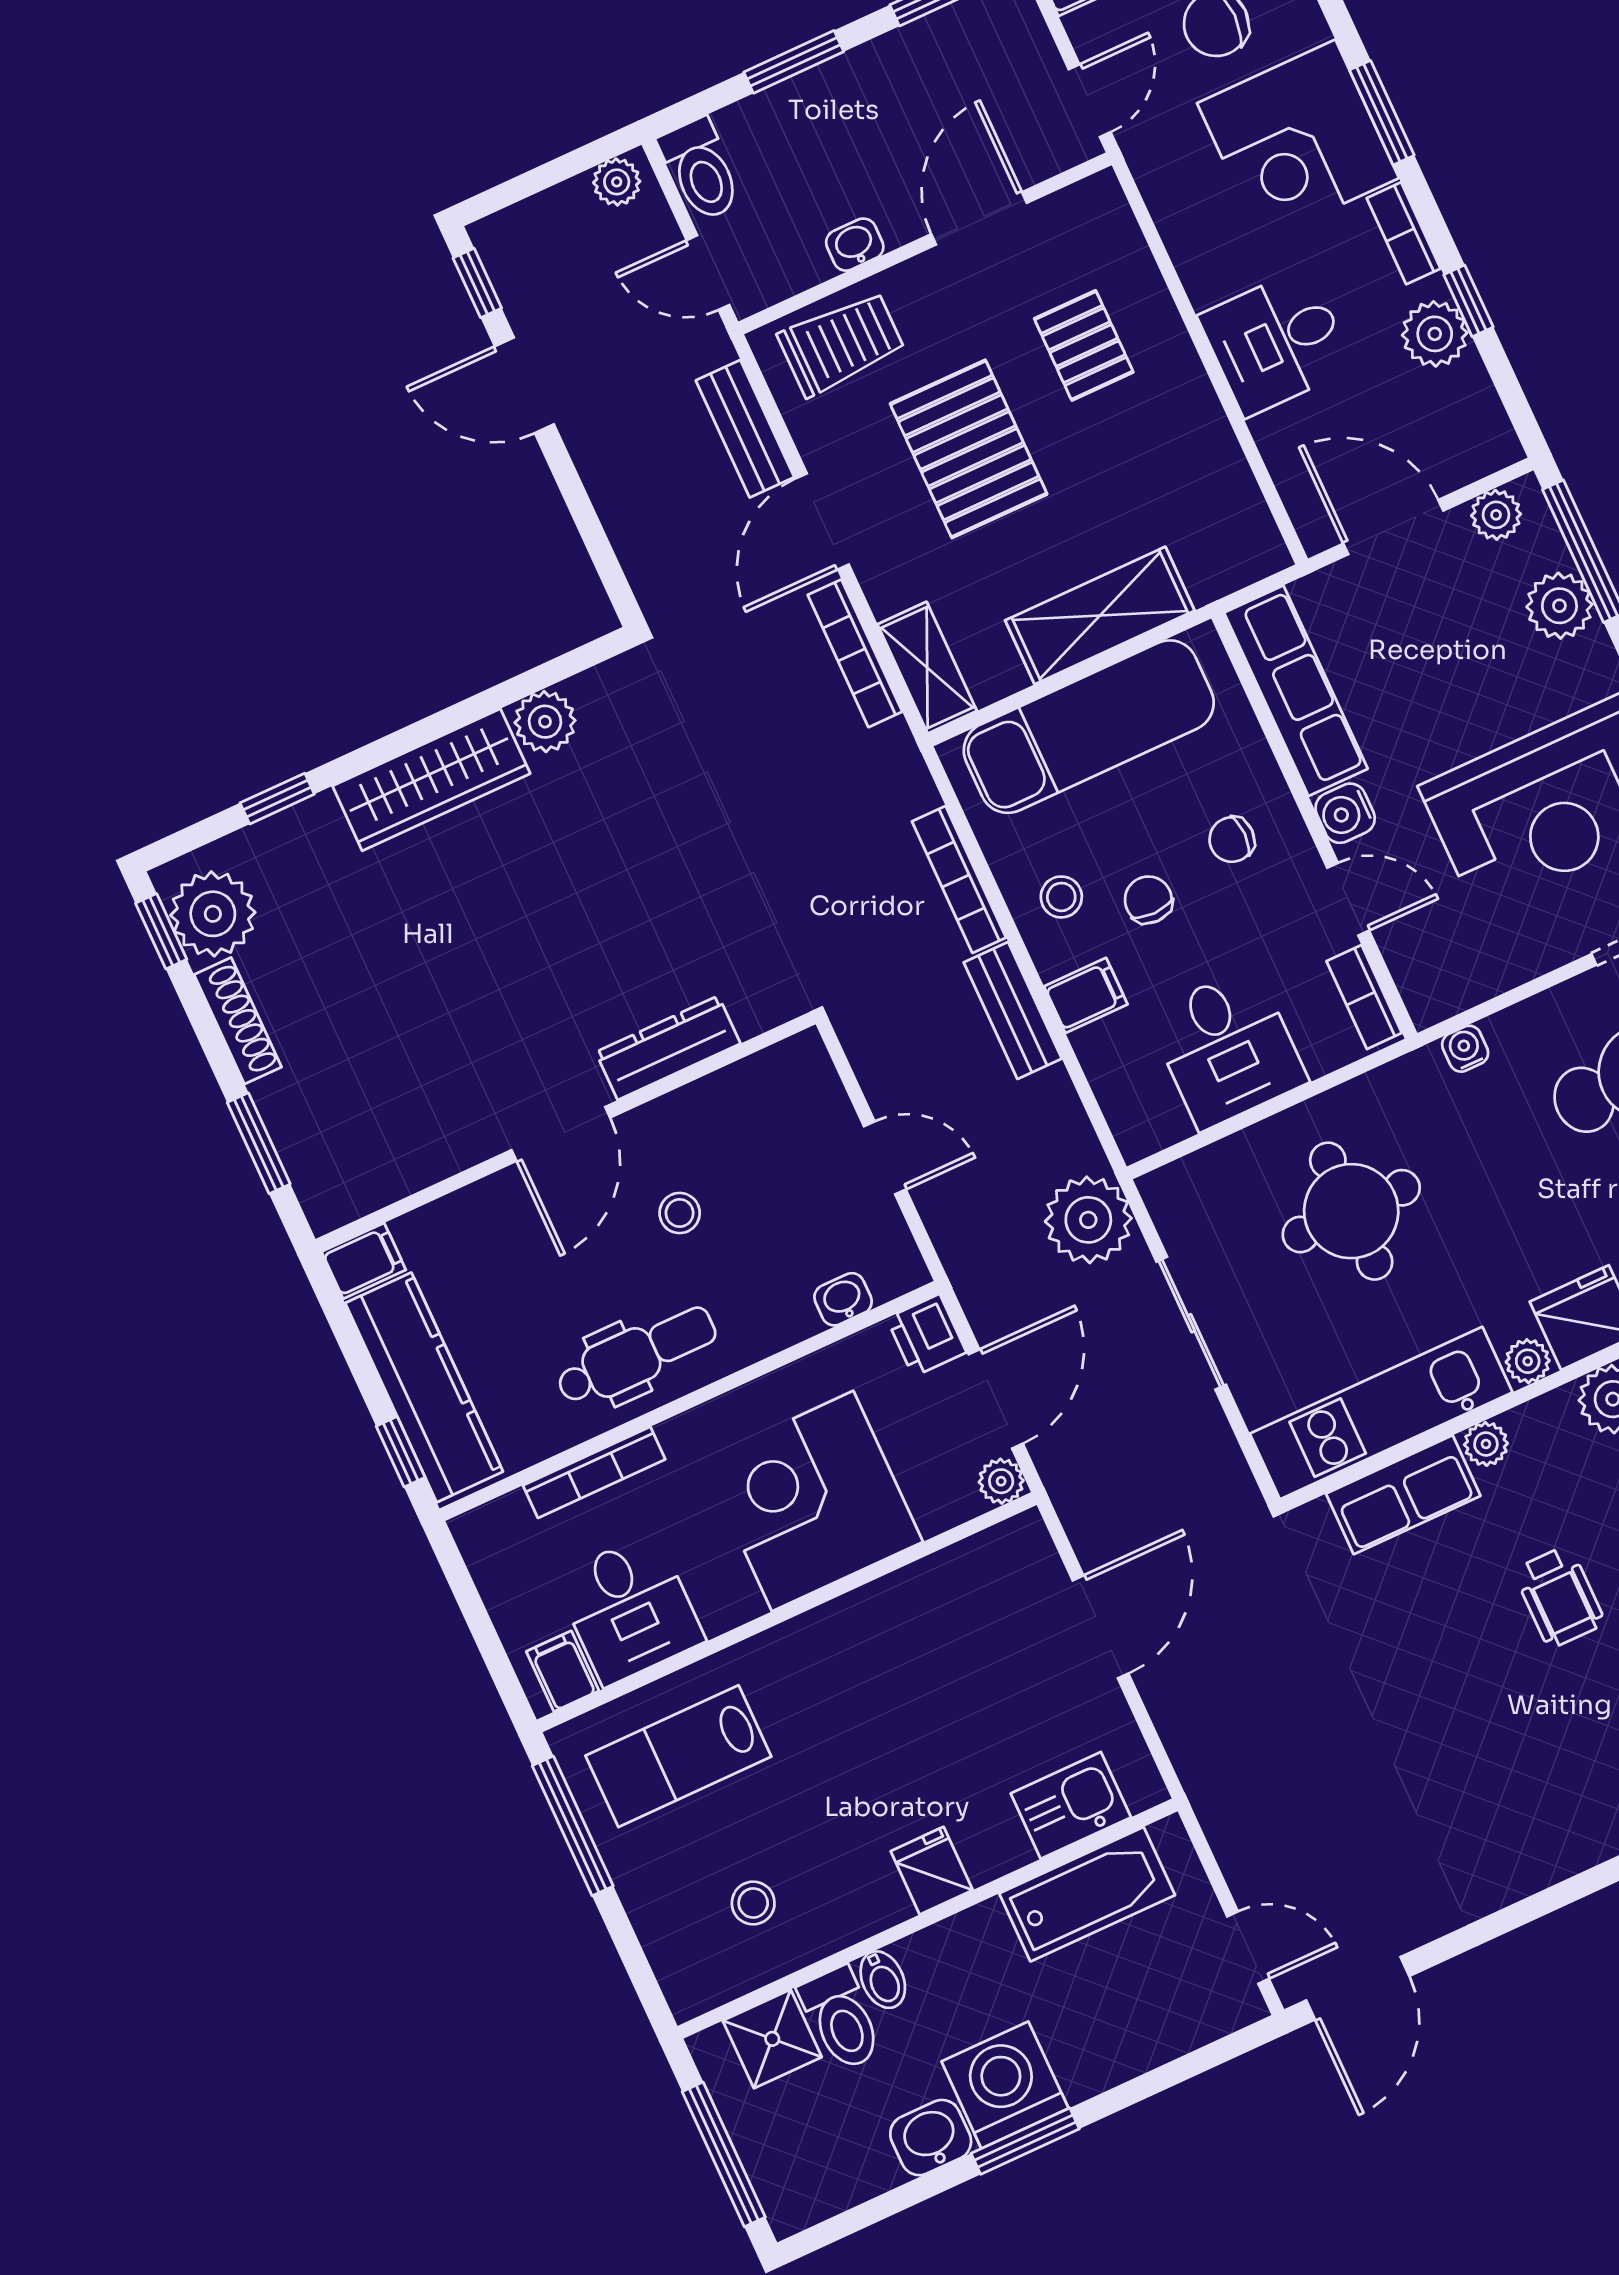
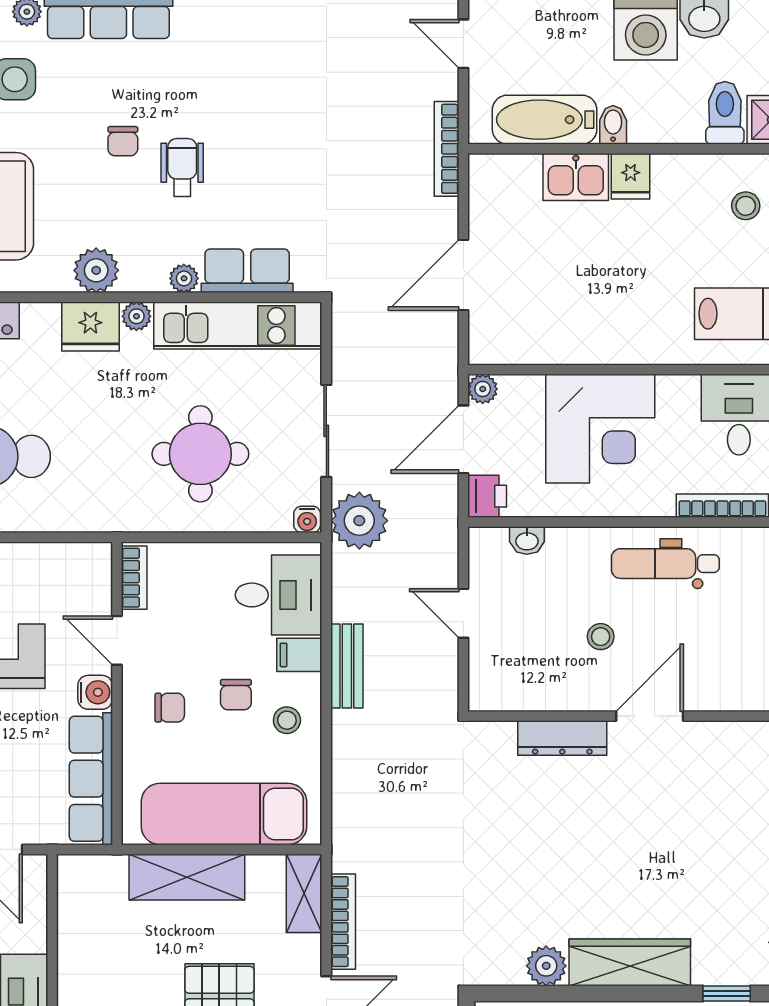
bookcase: (959, 879) -> (447, 149), moved, turned 180
desk: (1227, 1048) -> (279, 595), moved, turned 90
water cooler: (1465, 1049) -> (307, 519), moved
kitchen sink: (1071, 1805) -> (576, 177), moved
bidet: (883, 1980) -> (613, 125), moved

